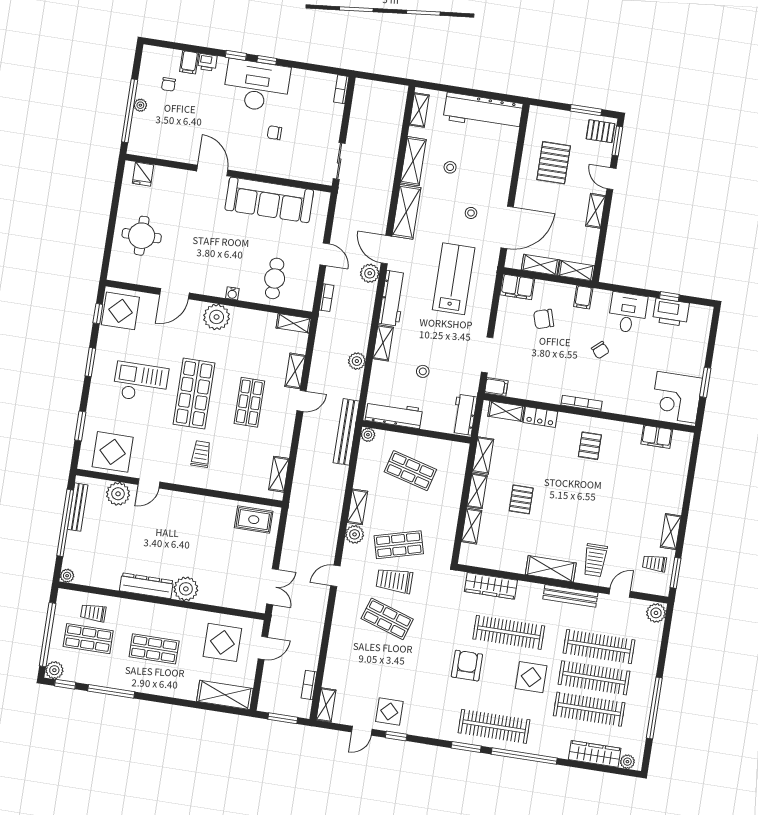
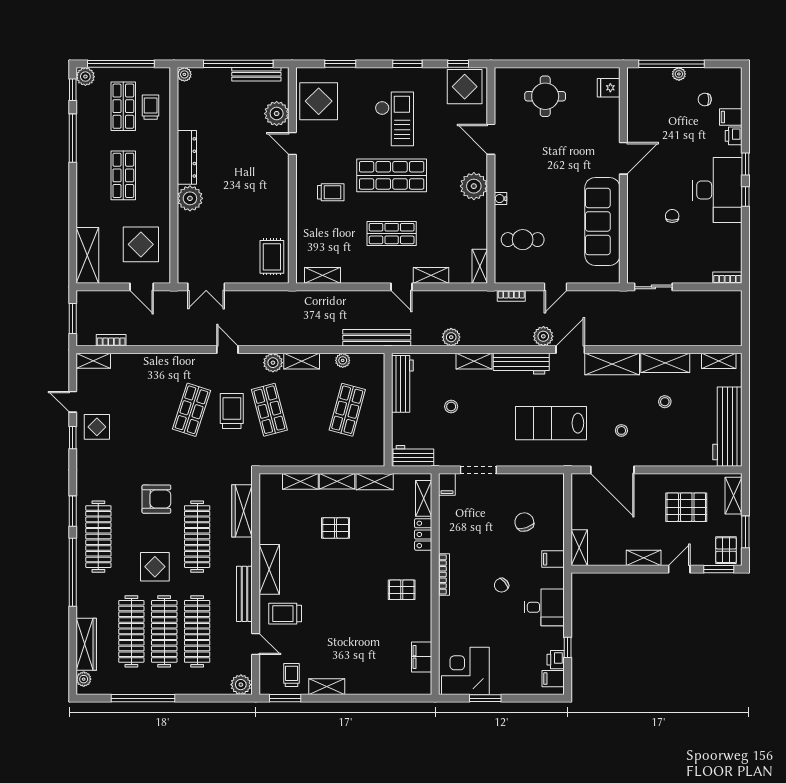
shelving: (540, 265) -> (734, 496), moved
lab bench: (454, 279) -> (551, 423), turned 180
filing cabinet: (517, 287) -> (553, 679), moved, width x0.50
printer: (671, 312) -> (556, 660), width x0.53, depth x0.68
plant: (368, 435) -> (343, 360), moved

